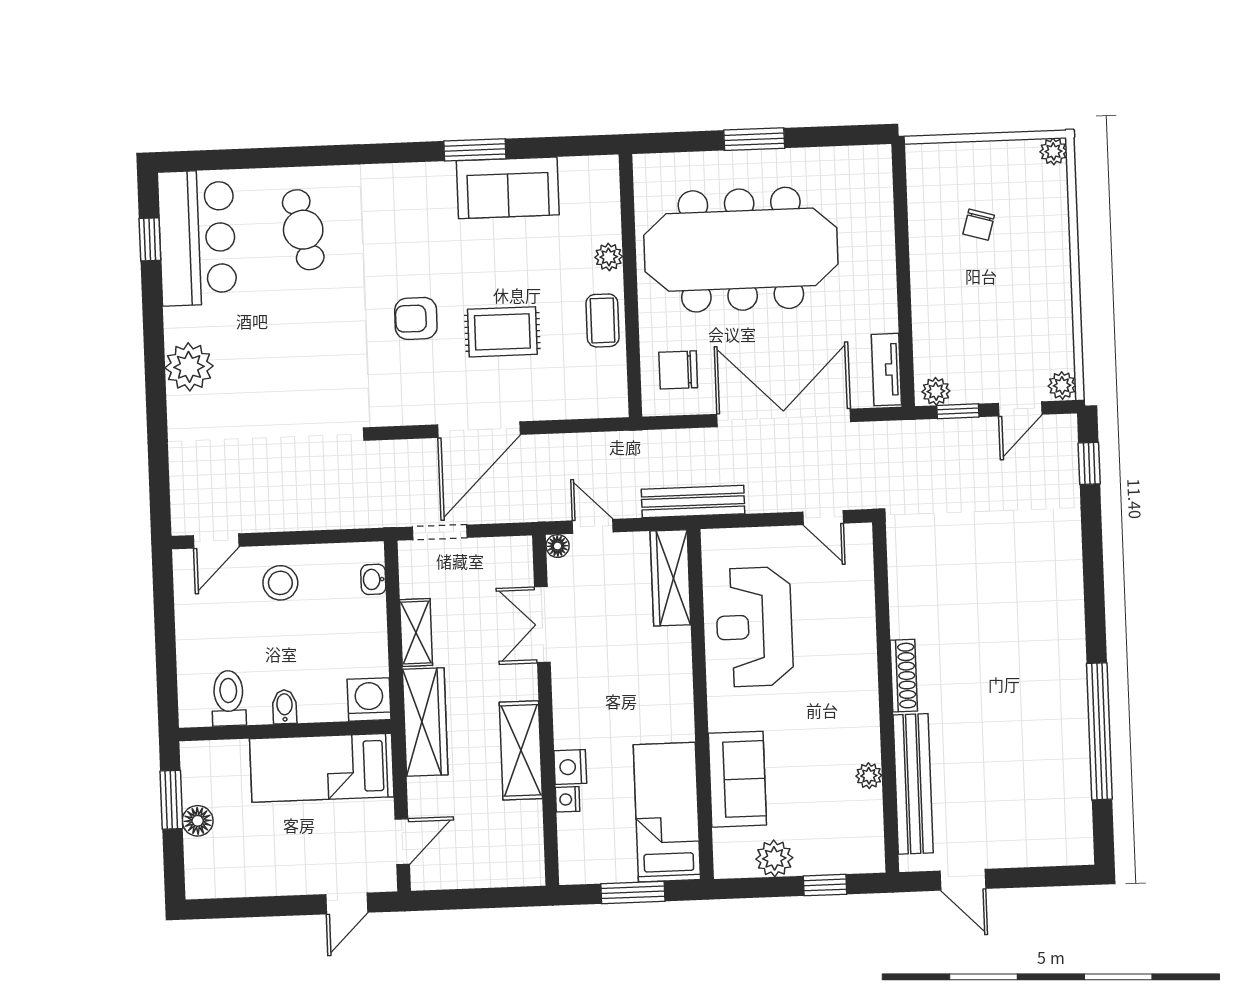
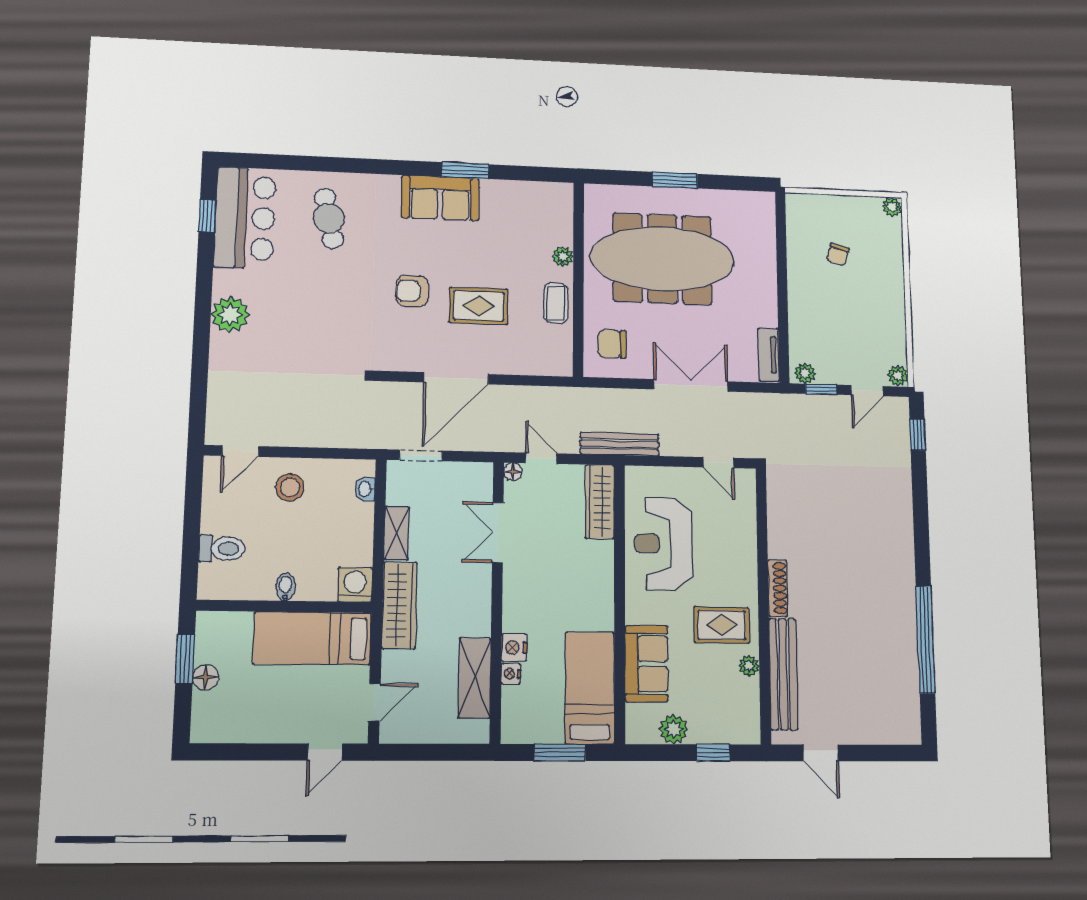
sofa: (508, 188) -> (440, 198), moved
double door: (784, 418) -> (691, 385), width x0.73
toilet: (229, 698) -> (222, 549), moved, turned 90
rug: (832, 726) -> (722, 625), added
shelving: (521, 750) -> (475, 678), moved

